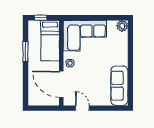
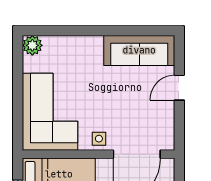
door: (82, 108) -> (179, 88), moved

